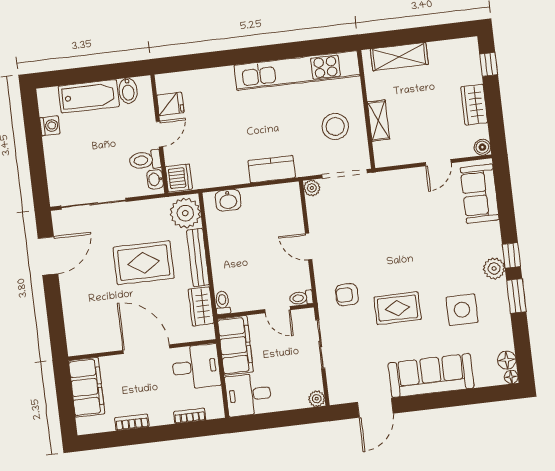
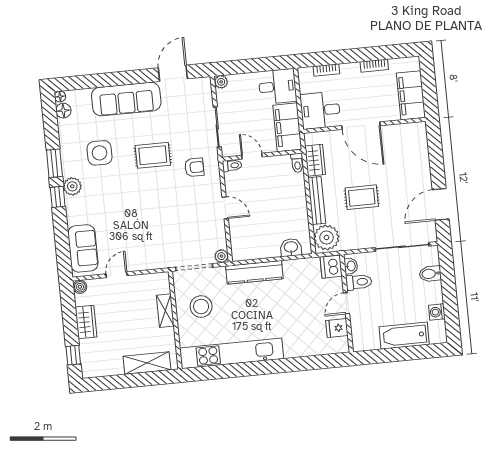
bidet: (128, 91) -> (430, 274), moved, turned -90
kitchen counter: (272, 169) -> (254, 272), width x1.50
rug: (144, 263) -> (362, 197), width x0.73, depth x0.70

